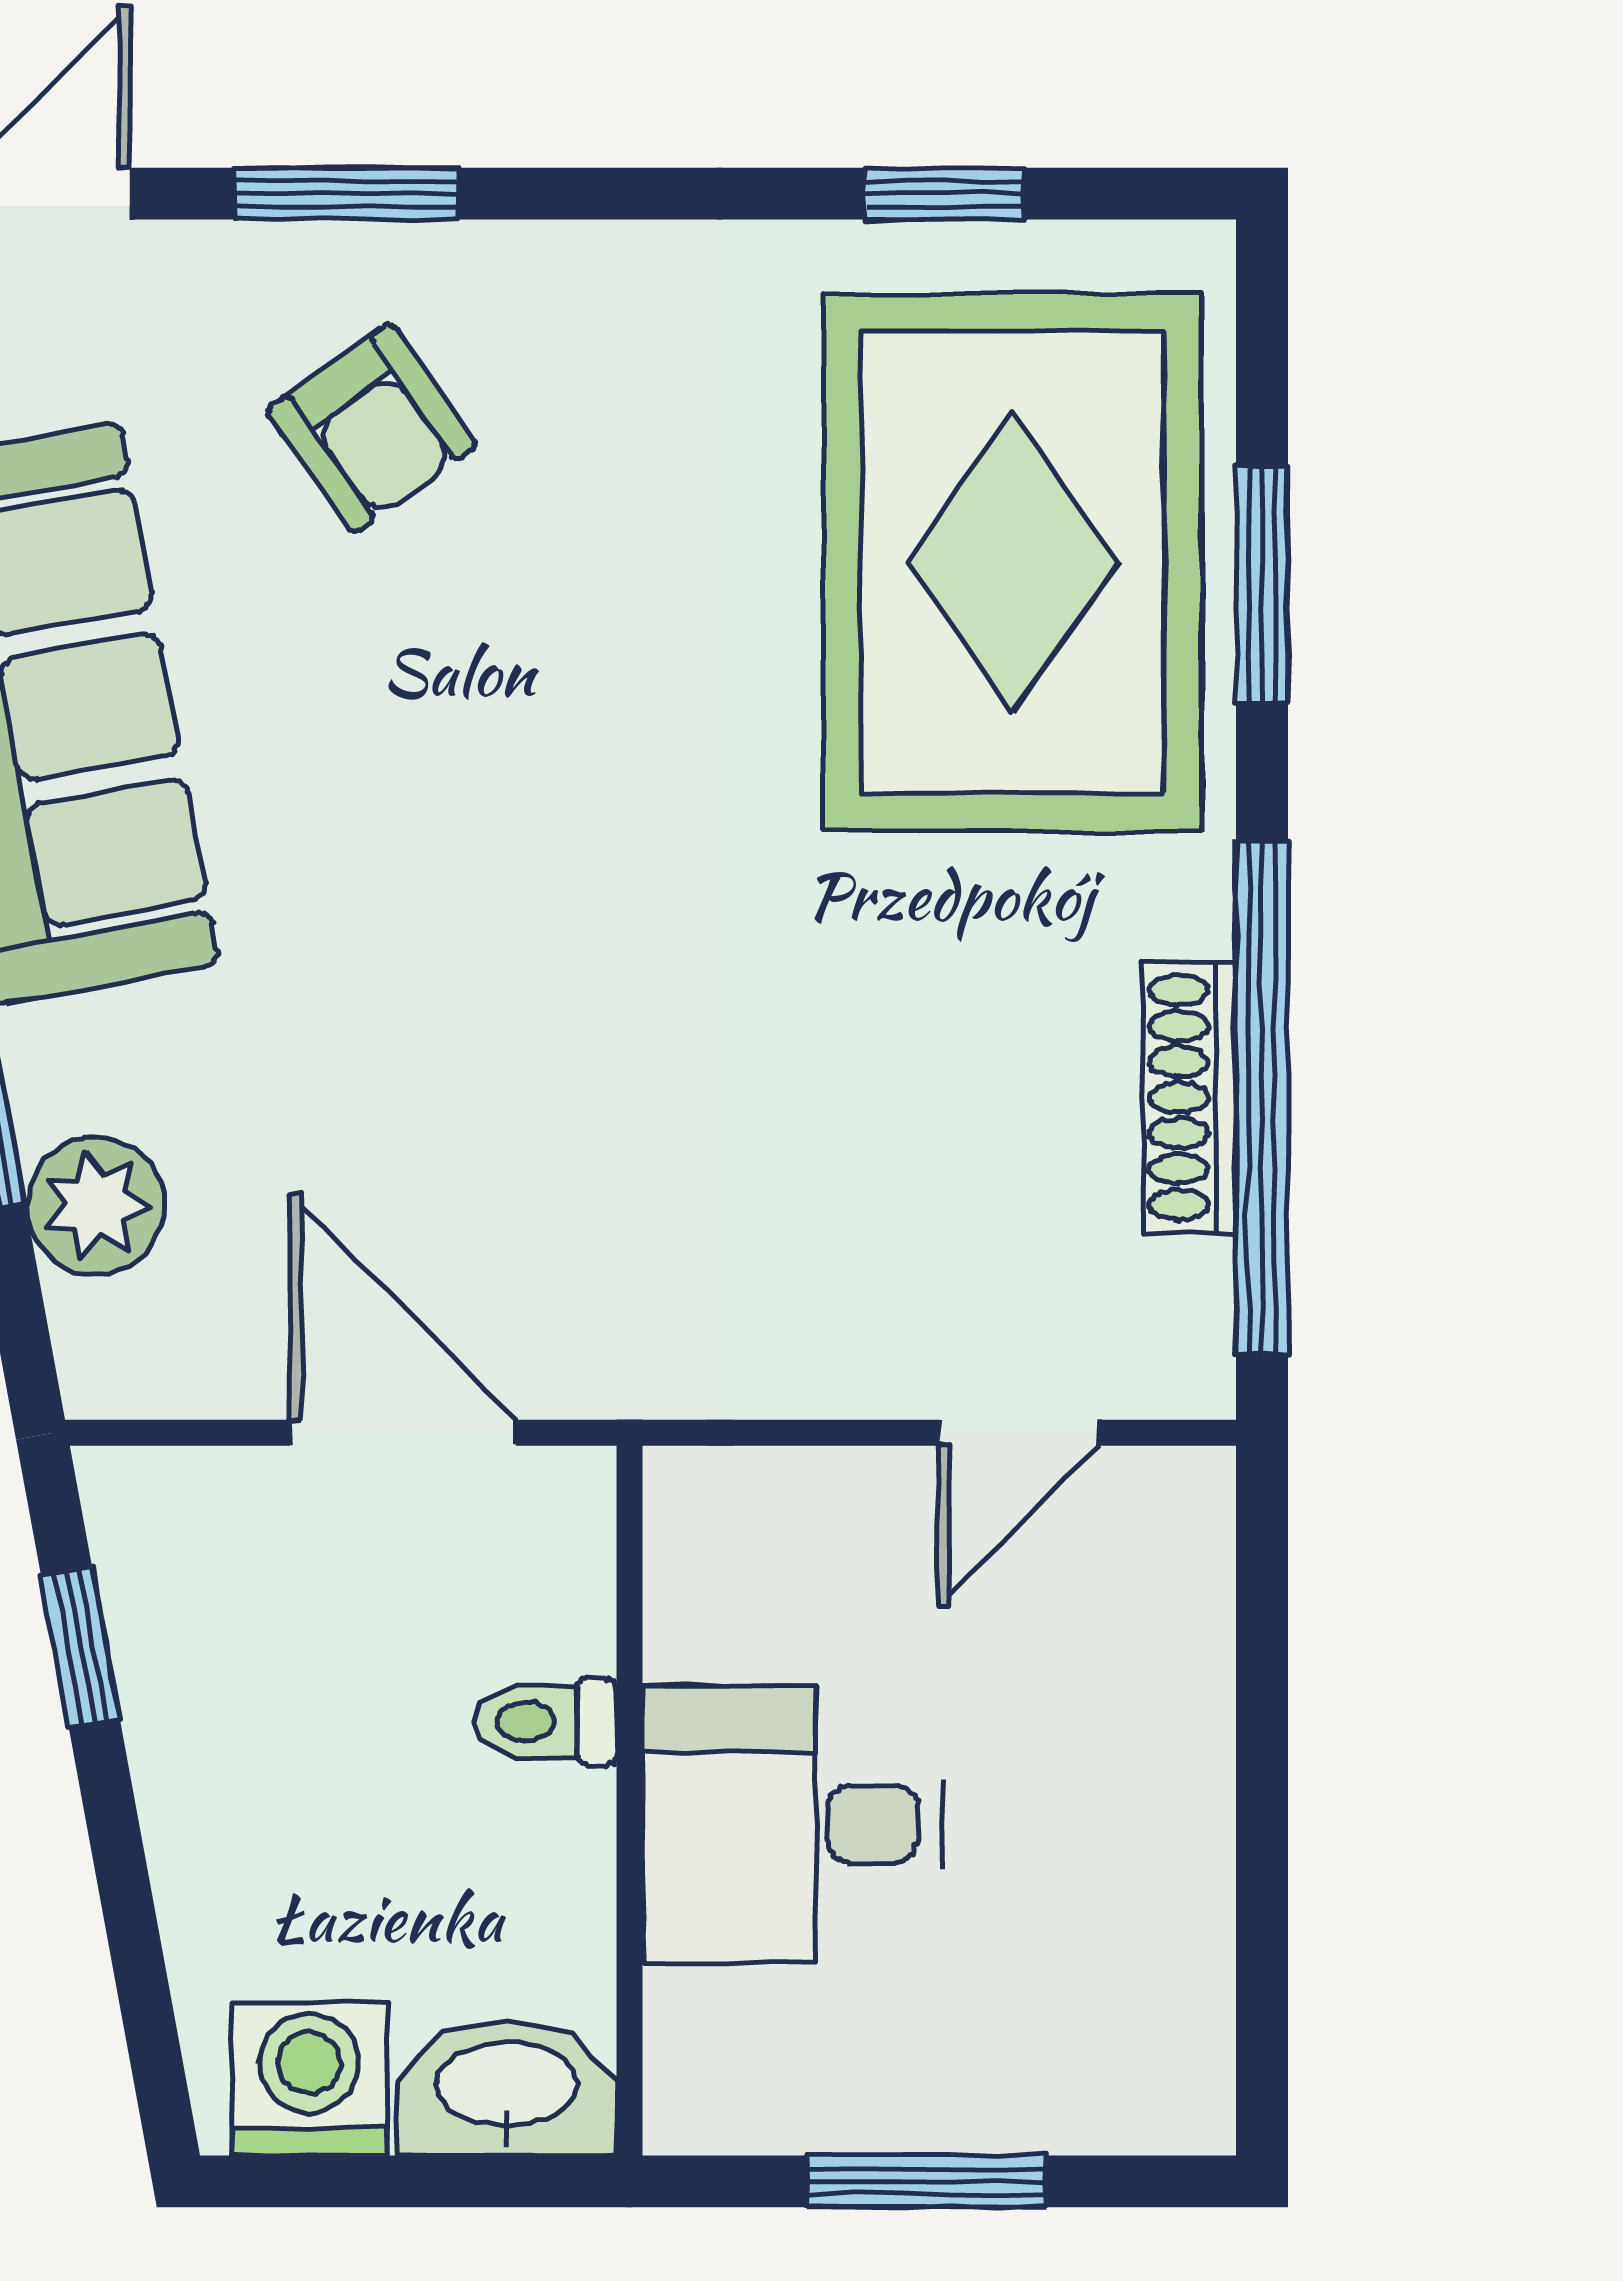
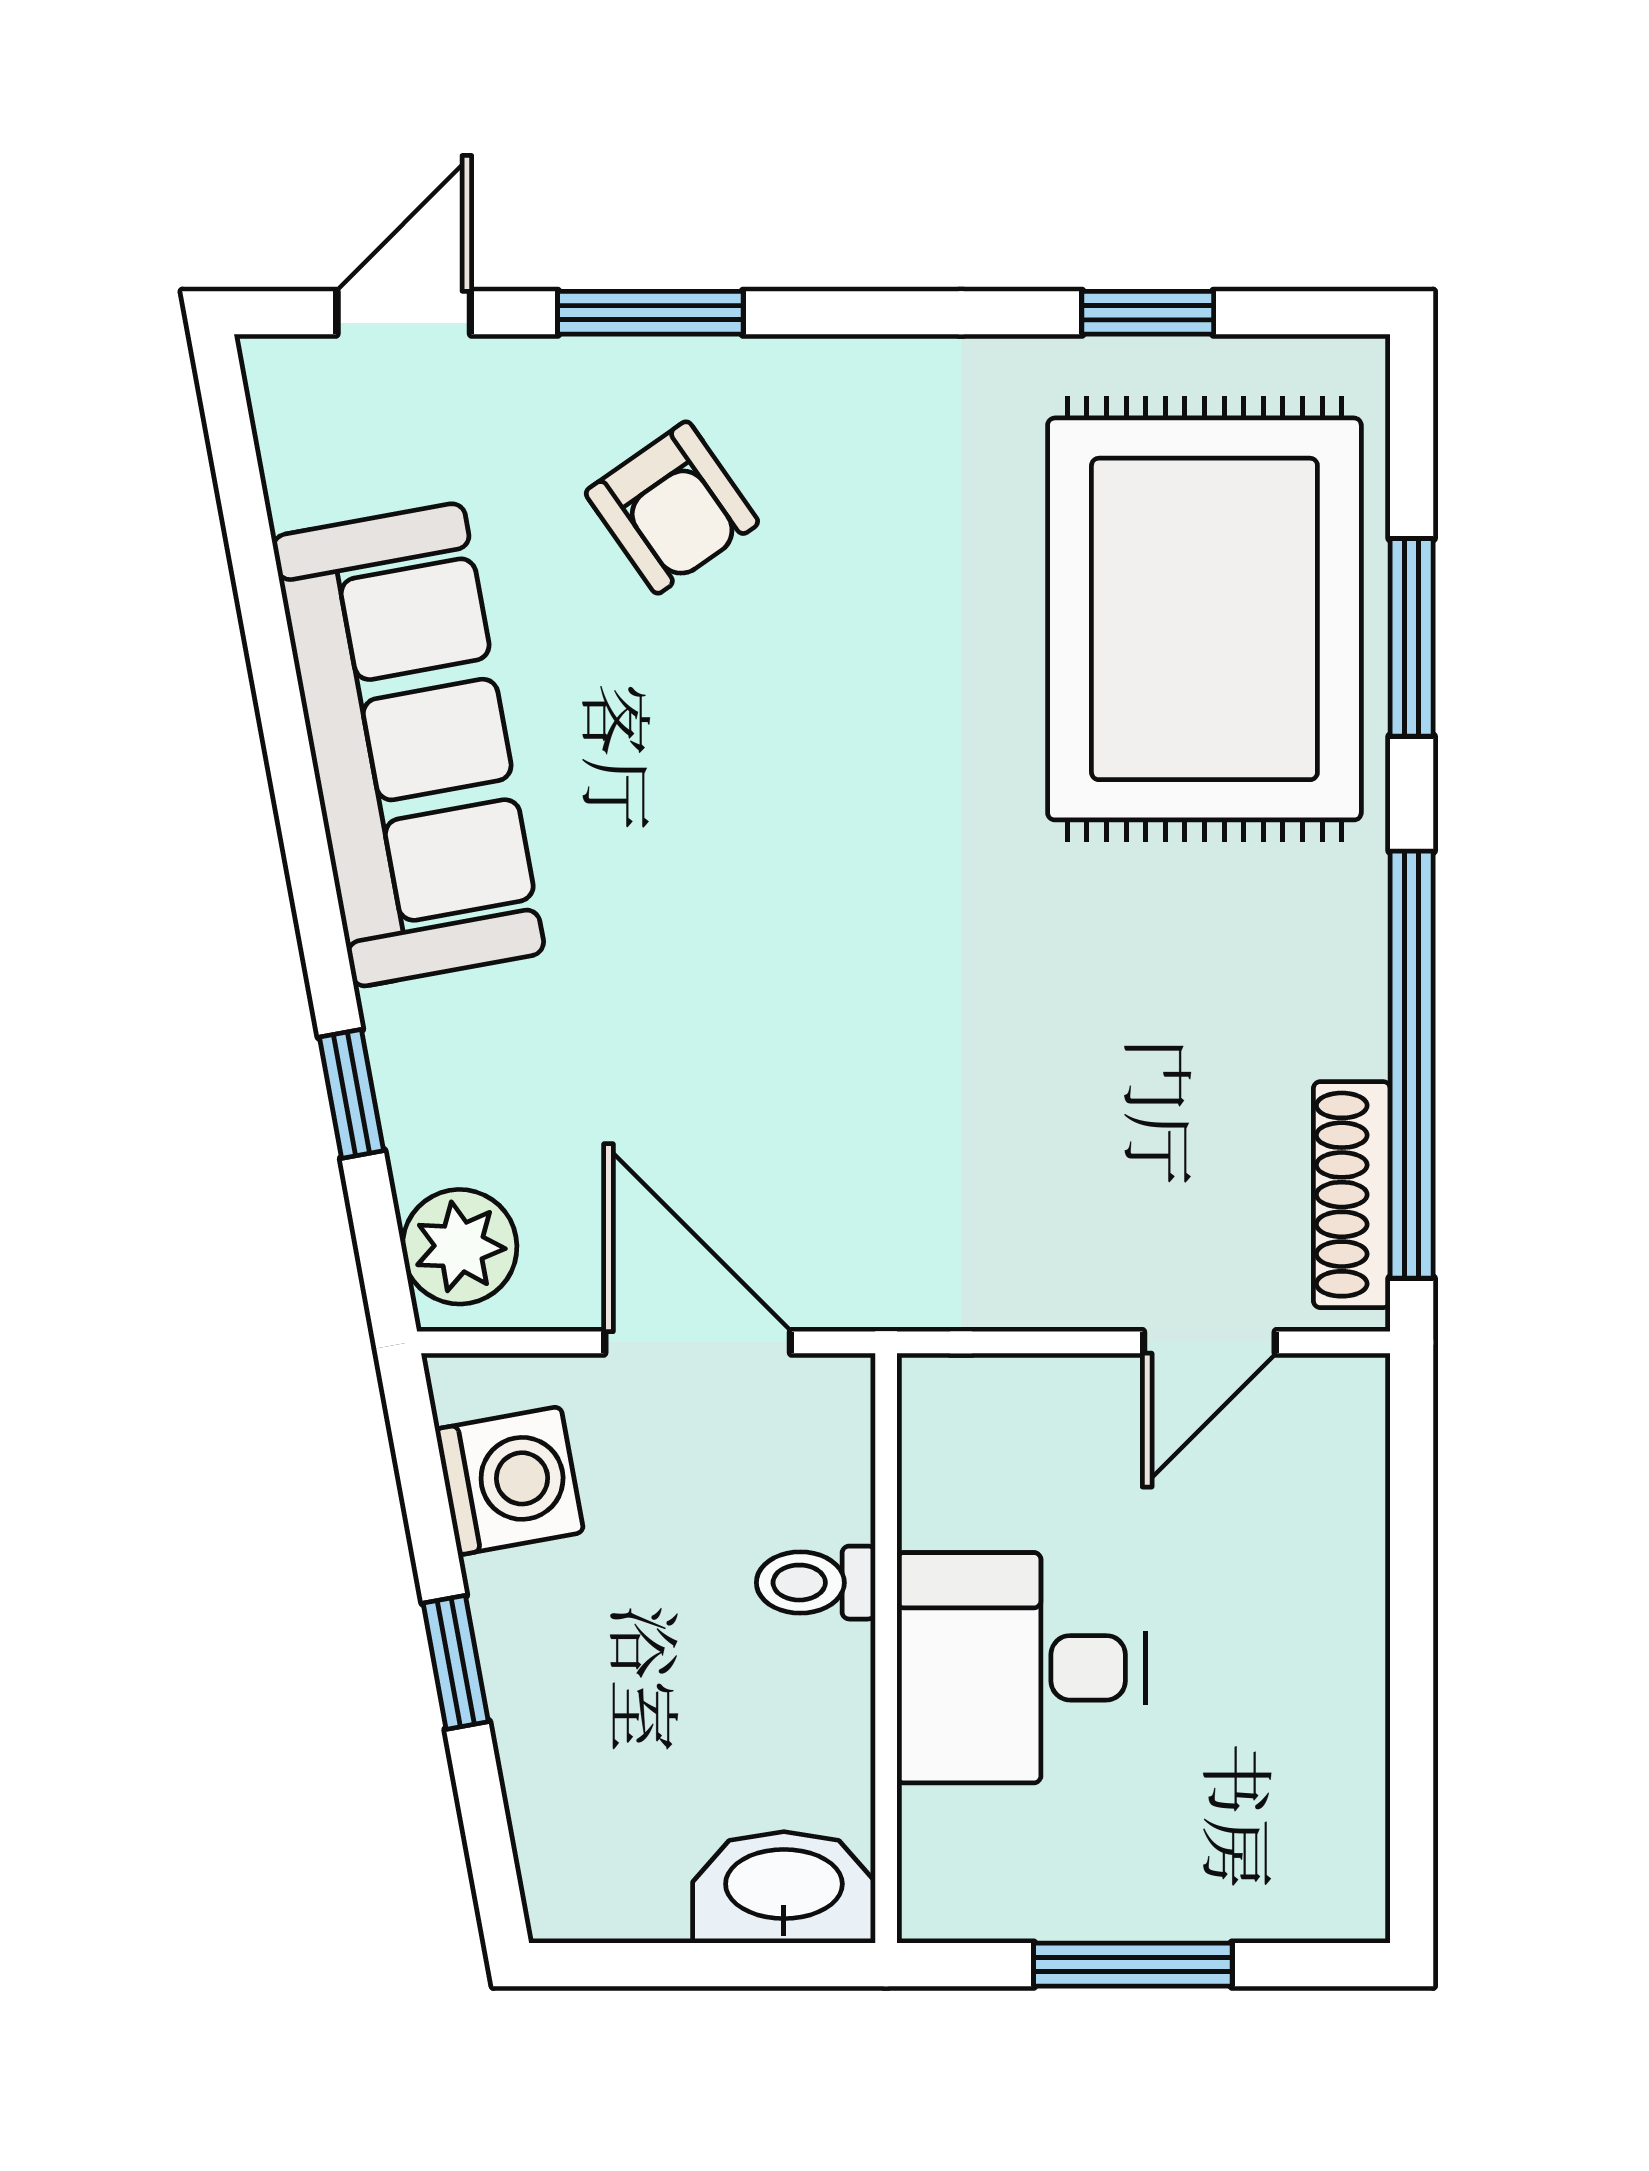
shoe rack: (1190, 1097) -> (1352, 1195), moved
plant: (96, 1206) -> (460, 1247), moved
window: (80, 1647) -> (456, 1662), moved
washing machine: (309, 2078) -> (509, 1481), moved, turned 80

